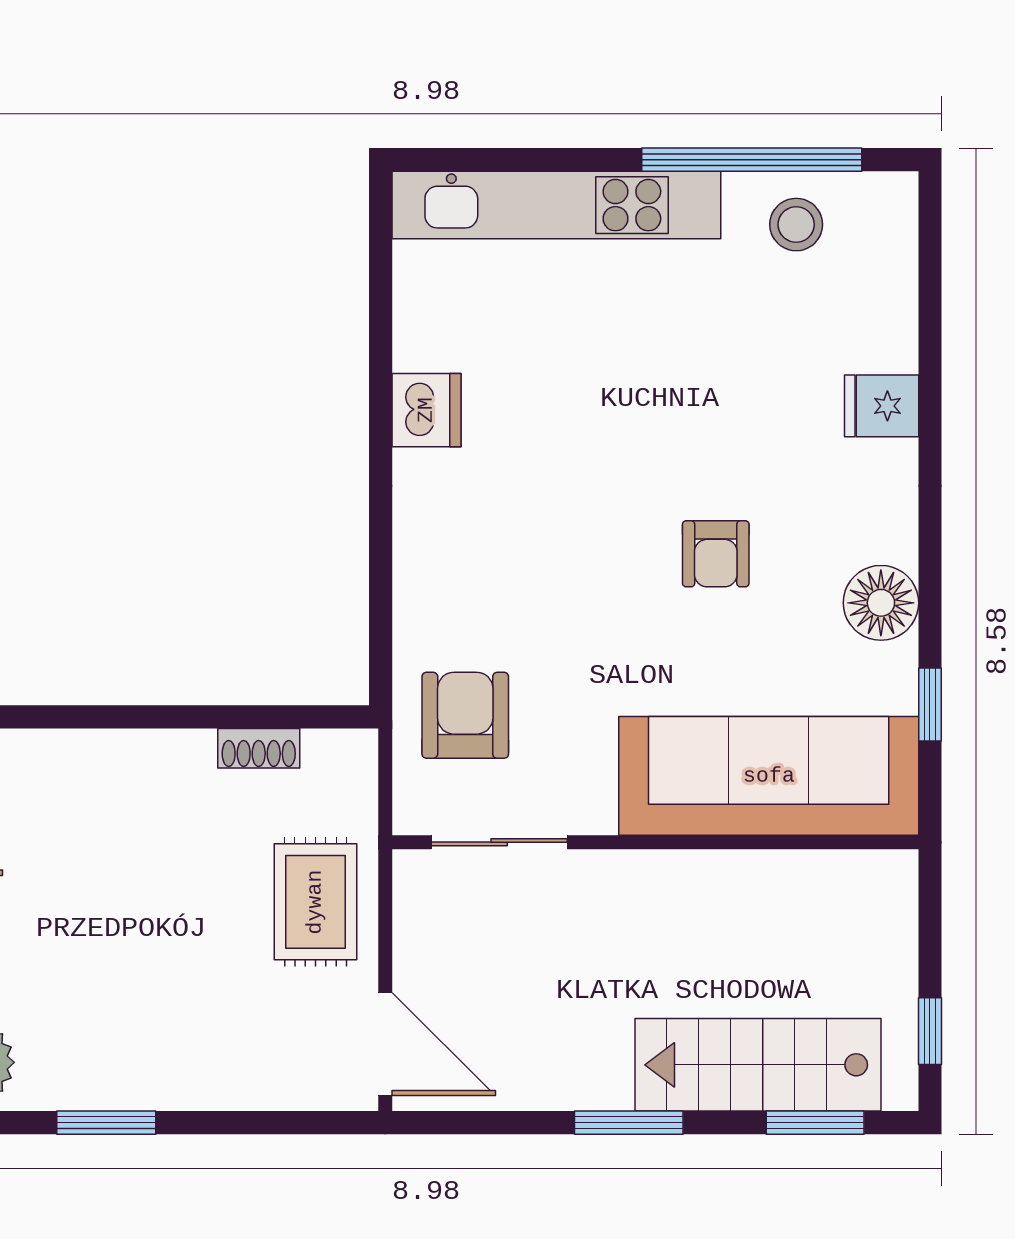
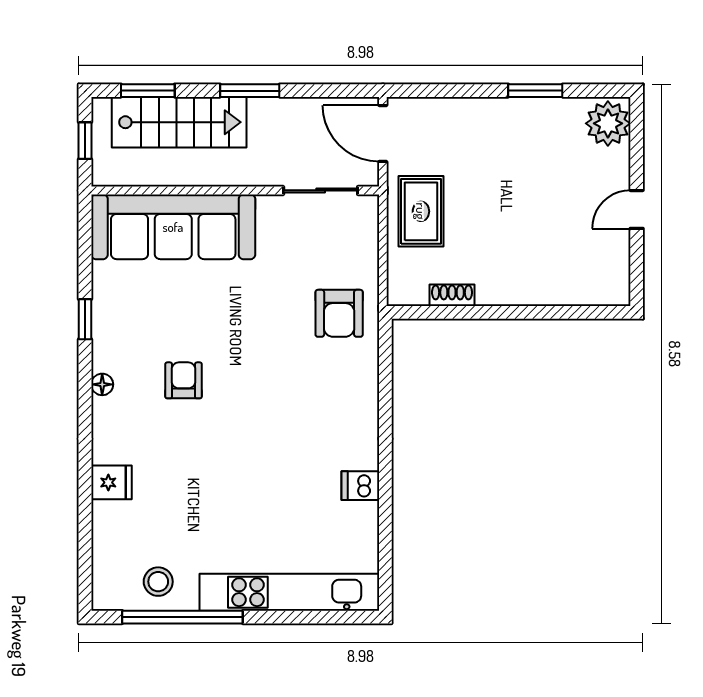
dishwasher: (426, 410) -> (360, 486), width x0.73
armchair: (716, 554) -> (184, 380), moved
floor lamp: (881, 603) -> (102, 384), width x0.53, depth x0.53
sofa: (769, 776) -> (173, 227), moved
sliding door: (499, 842) -> (321, 190), moved
wall: (655, 842) -> (235, 190), moved

